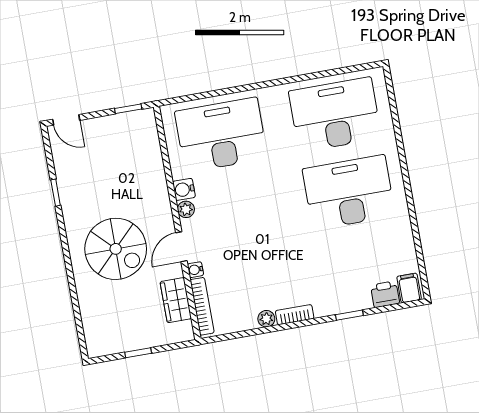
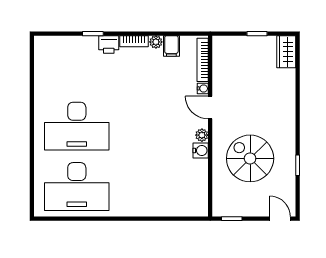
desk: (221, 135) -> (165, 187), removed
door: (181, 247) -> (210, 108), swing flipped
spiral stairs: (116, 249) -> (250, 158), moved
filing cabinet: (409, 288) -> (171, 46), moved
printer: (385, 294) -> (109, 45), moved
wardrobe: (176, 300) -> (286, 52), moved, turned 180

